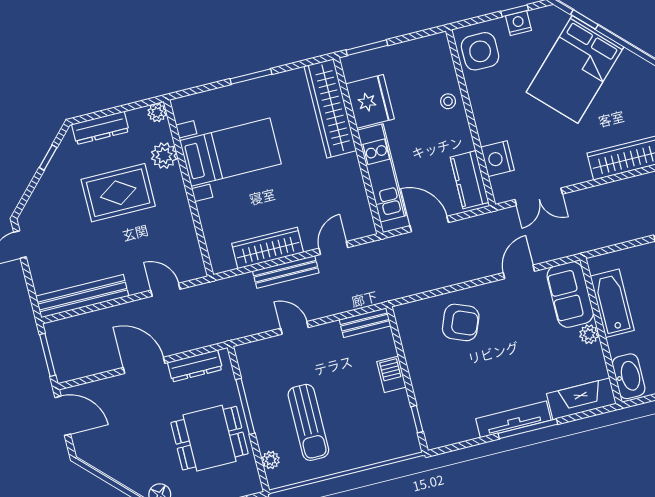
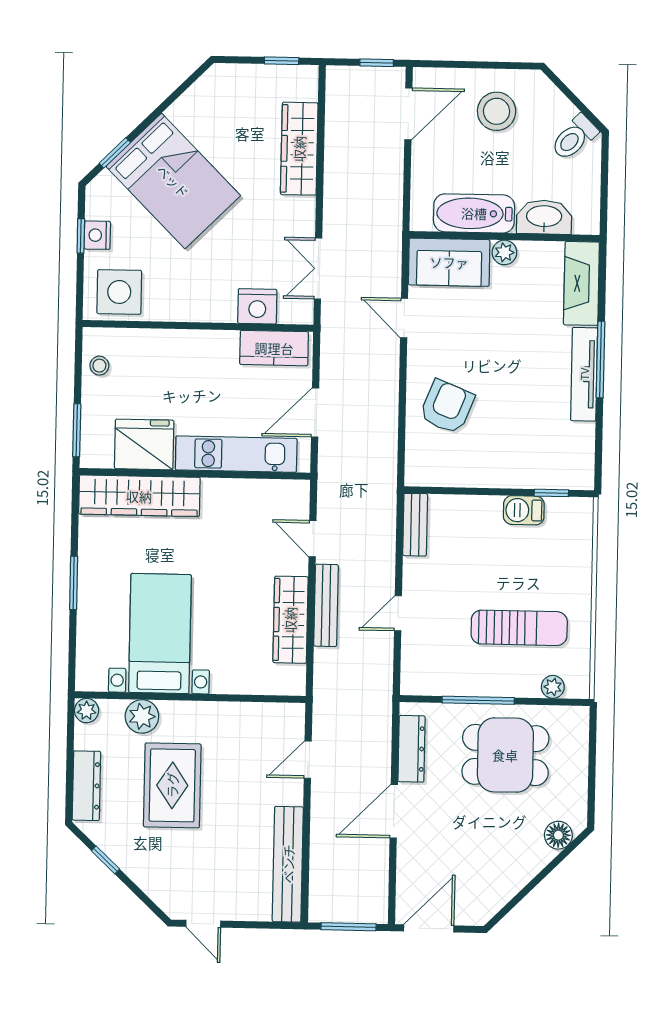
stool: (448, 101) -> (99, 366), moved
double door: (539, 197) -> (318, 269), swing flipped
barbecue: (391, 374) -> (524, 510), moved
washbasin: (629, 376) -> (544, 217), moved
dining table: (210, 438) -> (505, 755), turned 90

